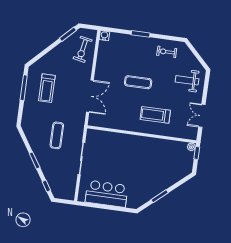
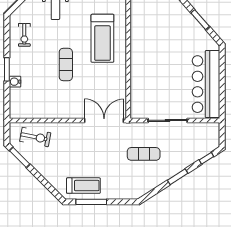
water cooler: (104, 36) -> (15, 82), moved
treadmill: (47, 88) -> (83, 186), moved
double door: (90, 96) -> (104, 120), moved
treadmill: (155, 115) -> (102, 38), width x1.37, depth x1.38
bar counter: (107, 194) -> (206, 84), width x1.36

